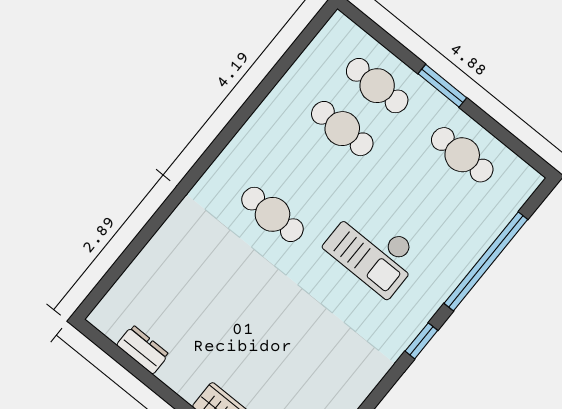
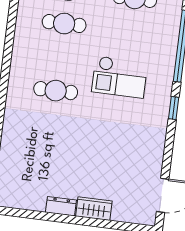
dresser: (143, 350) -> (61, 206), moved

